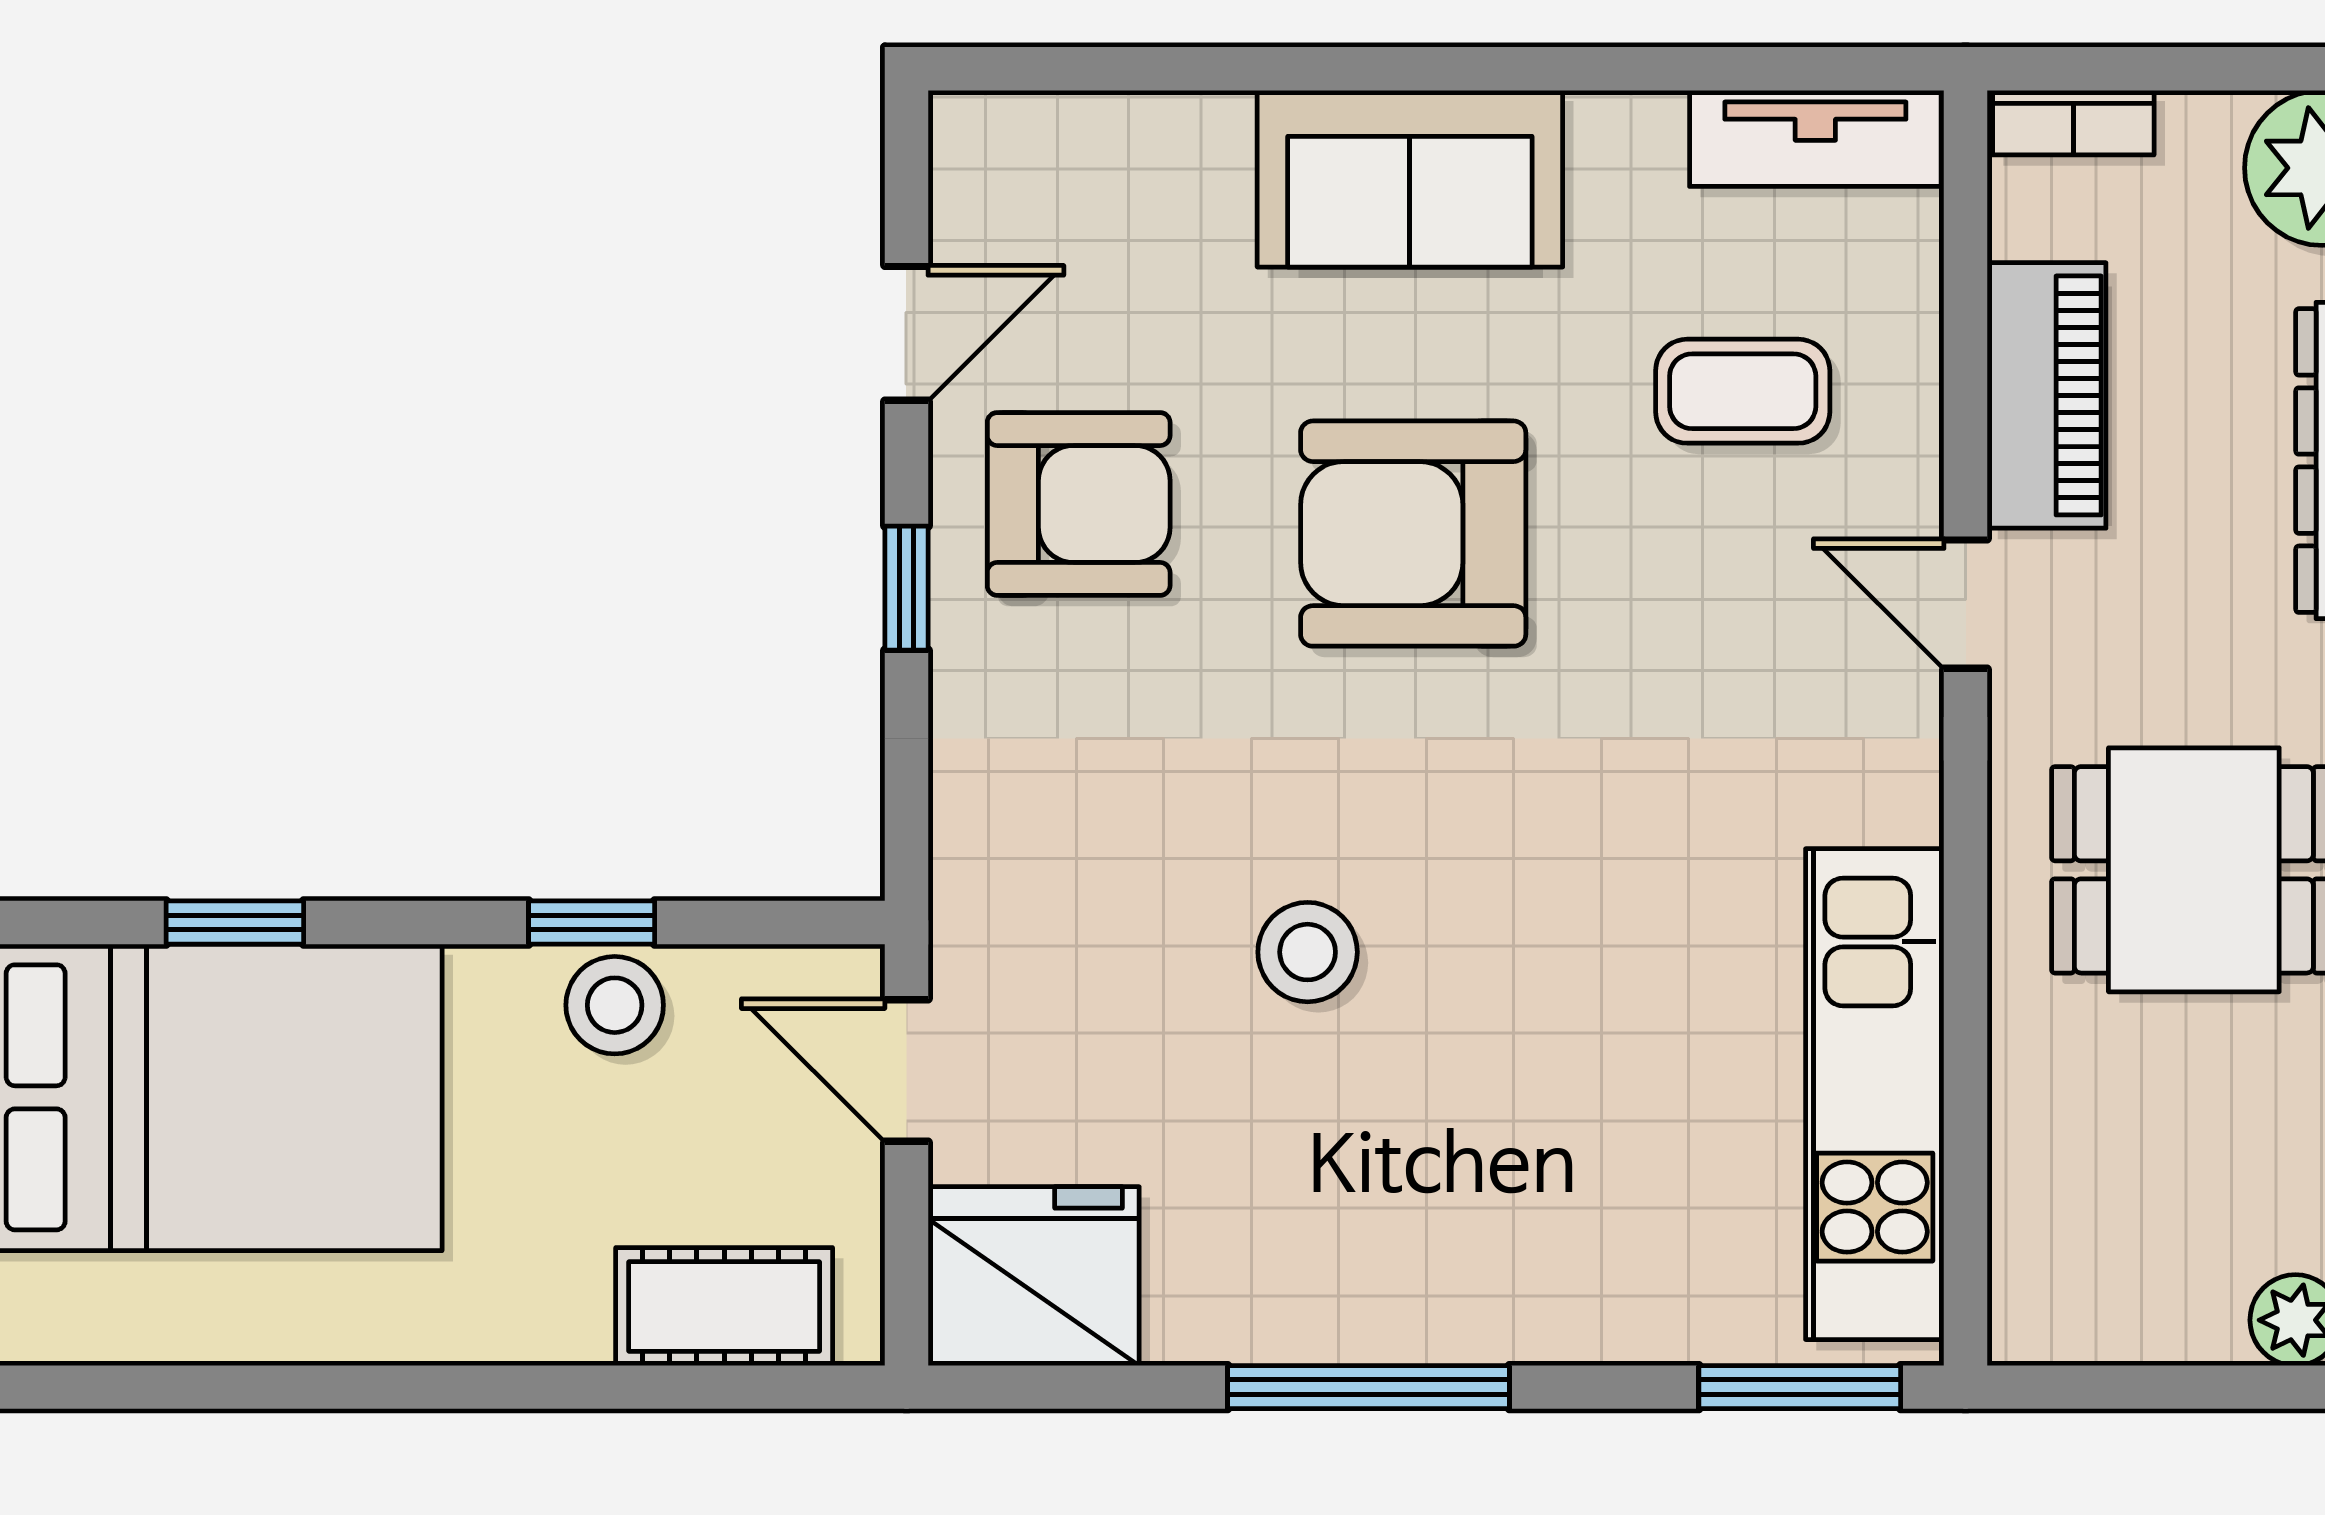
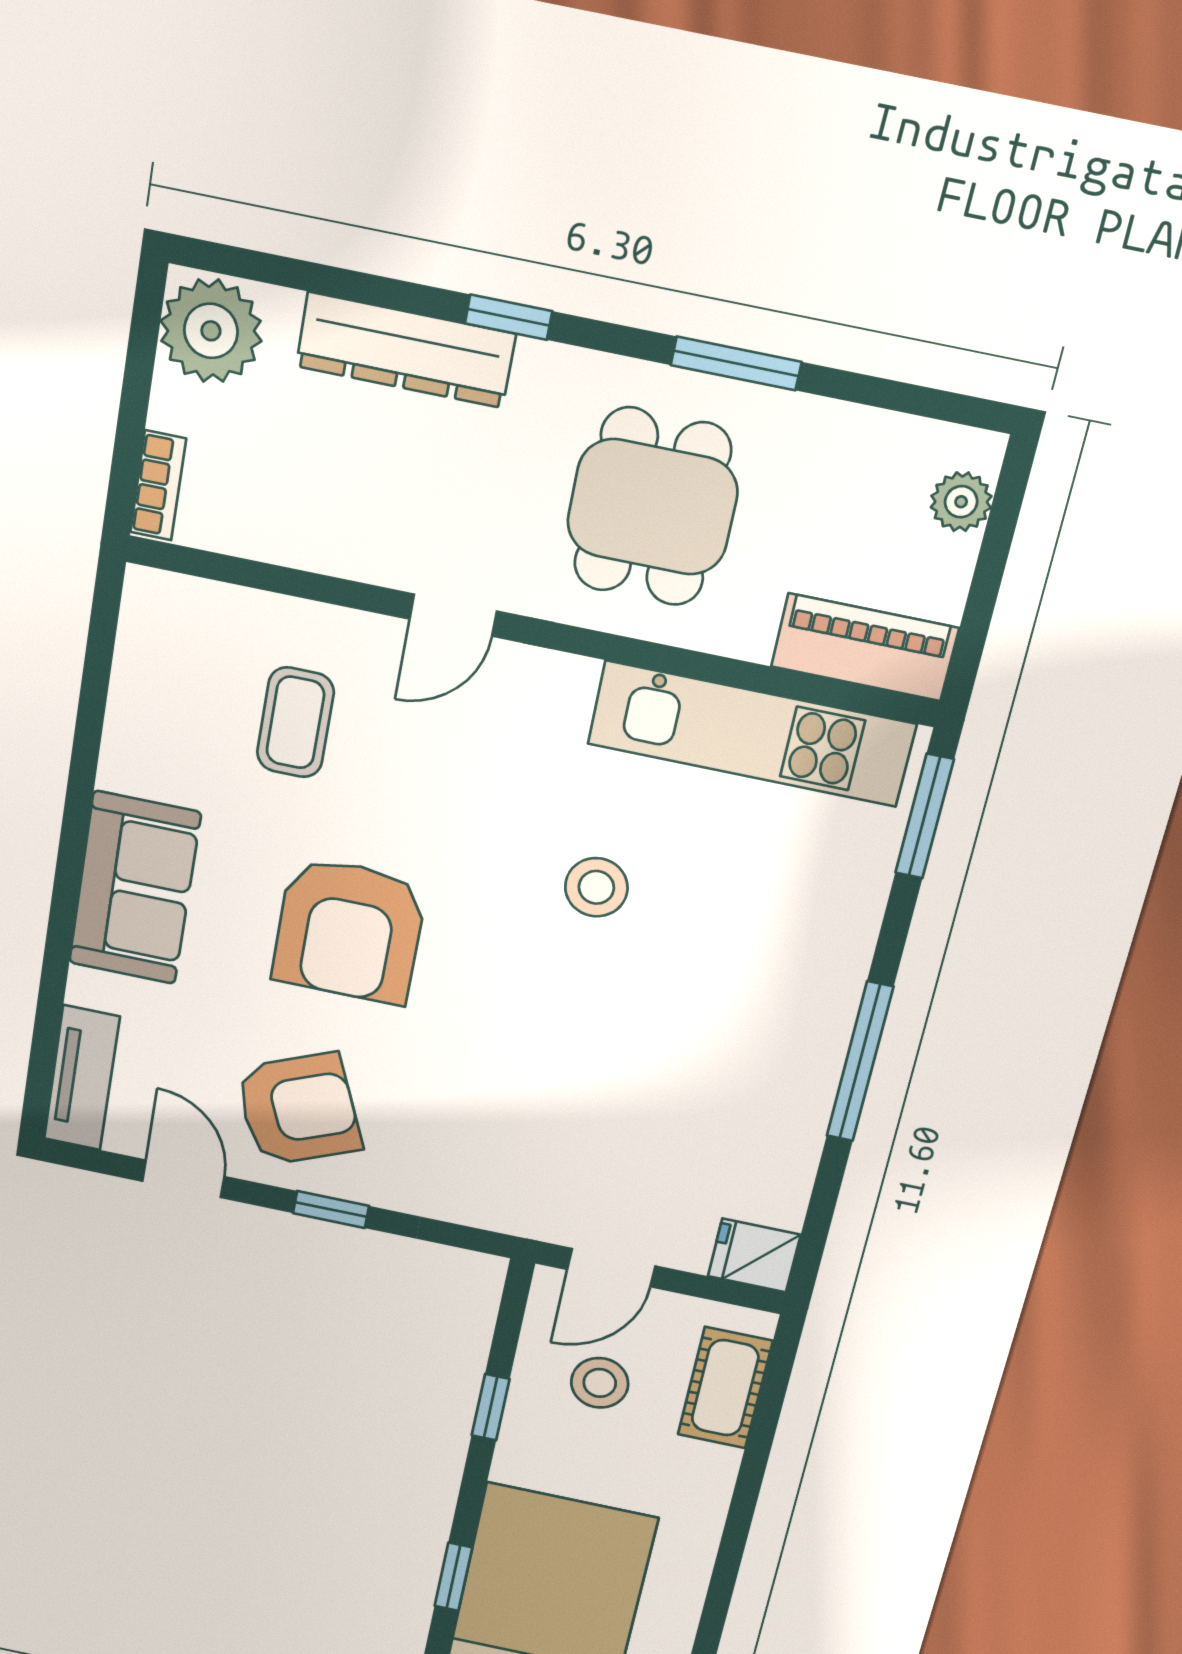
tv unit: (1815, 138) -> (82, 1078), moved
piano: (2047, 395) -> (865, 647), moved
armchair: (1079, 504) -> (298, 1109), turned 67
stool: (1308, 952) -> (596, 887), moved
stool: (615, 1005) -> (600, 1383), moved
fridge: (1034, 1276) -> (754, 1255), width x0.53, depth x0.75

